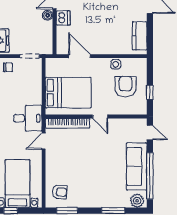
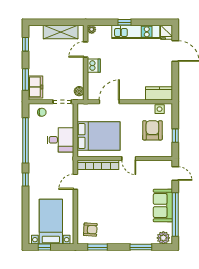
boiler: (48, 15) -> (79, 91), moved
kitchen counter: (140, 36) -> (159, 93), moved, turned 90
door: (80, 56) -> (109, 102), hinge flipped
side table: (116, 64) -> (160, 109), moved
desk: (28, 118) -> (60, 140), moved
sofa: (137, 166) -> (163, 206), width x0.73

